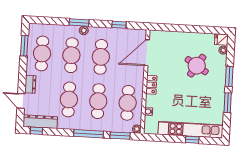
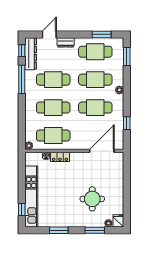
window: (79, 22) -> (127, 57), moved
door: (147, 53) -> (102, 151), hinge flipped
round table: (197, 66) -> (92, 199), turned -32
window: (229, 76) -> (95, 230), moved
locker: (151, 85) -> (60, 157), moved
window: (89, 134) -> (22, 79), moved
window: (120, 136) -> (22, 130), removed
window: (192, 140) -> (22, 209), moved

